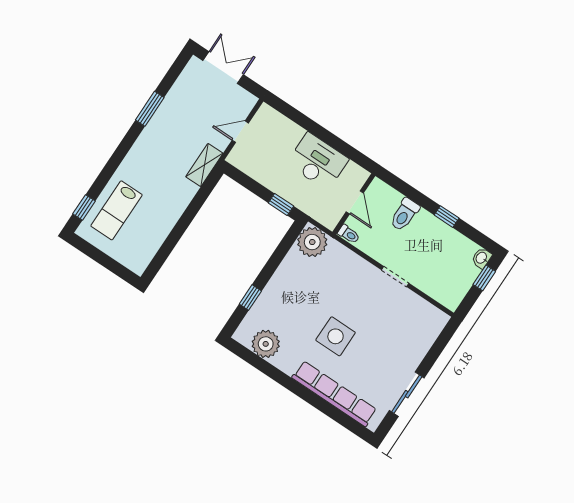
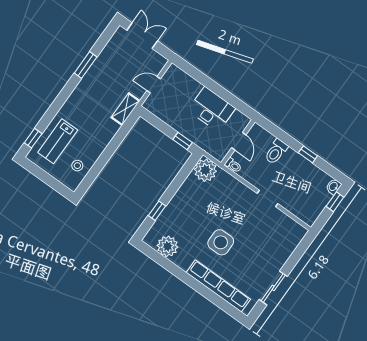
stool: (143, 241) -> (77, 166), added

